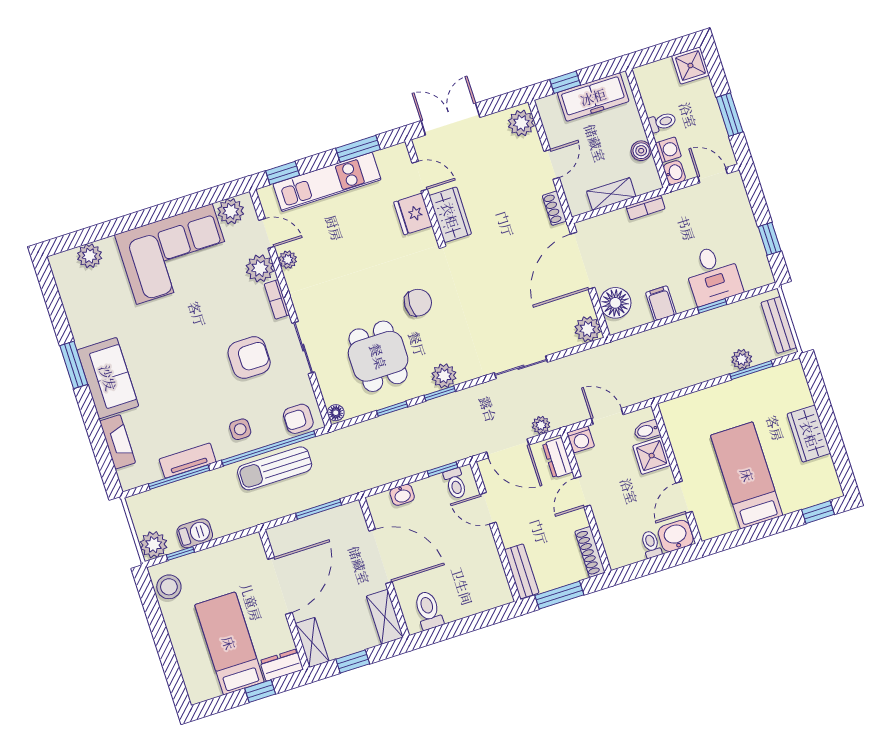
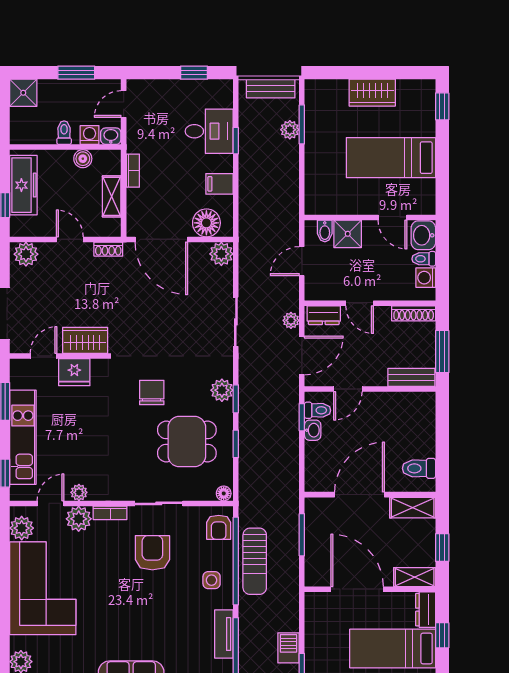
washing machine: (581, 439) -> (426, 278), moved, turned 180
washbasin: (402, 495) -> (313, 430), moved

